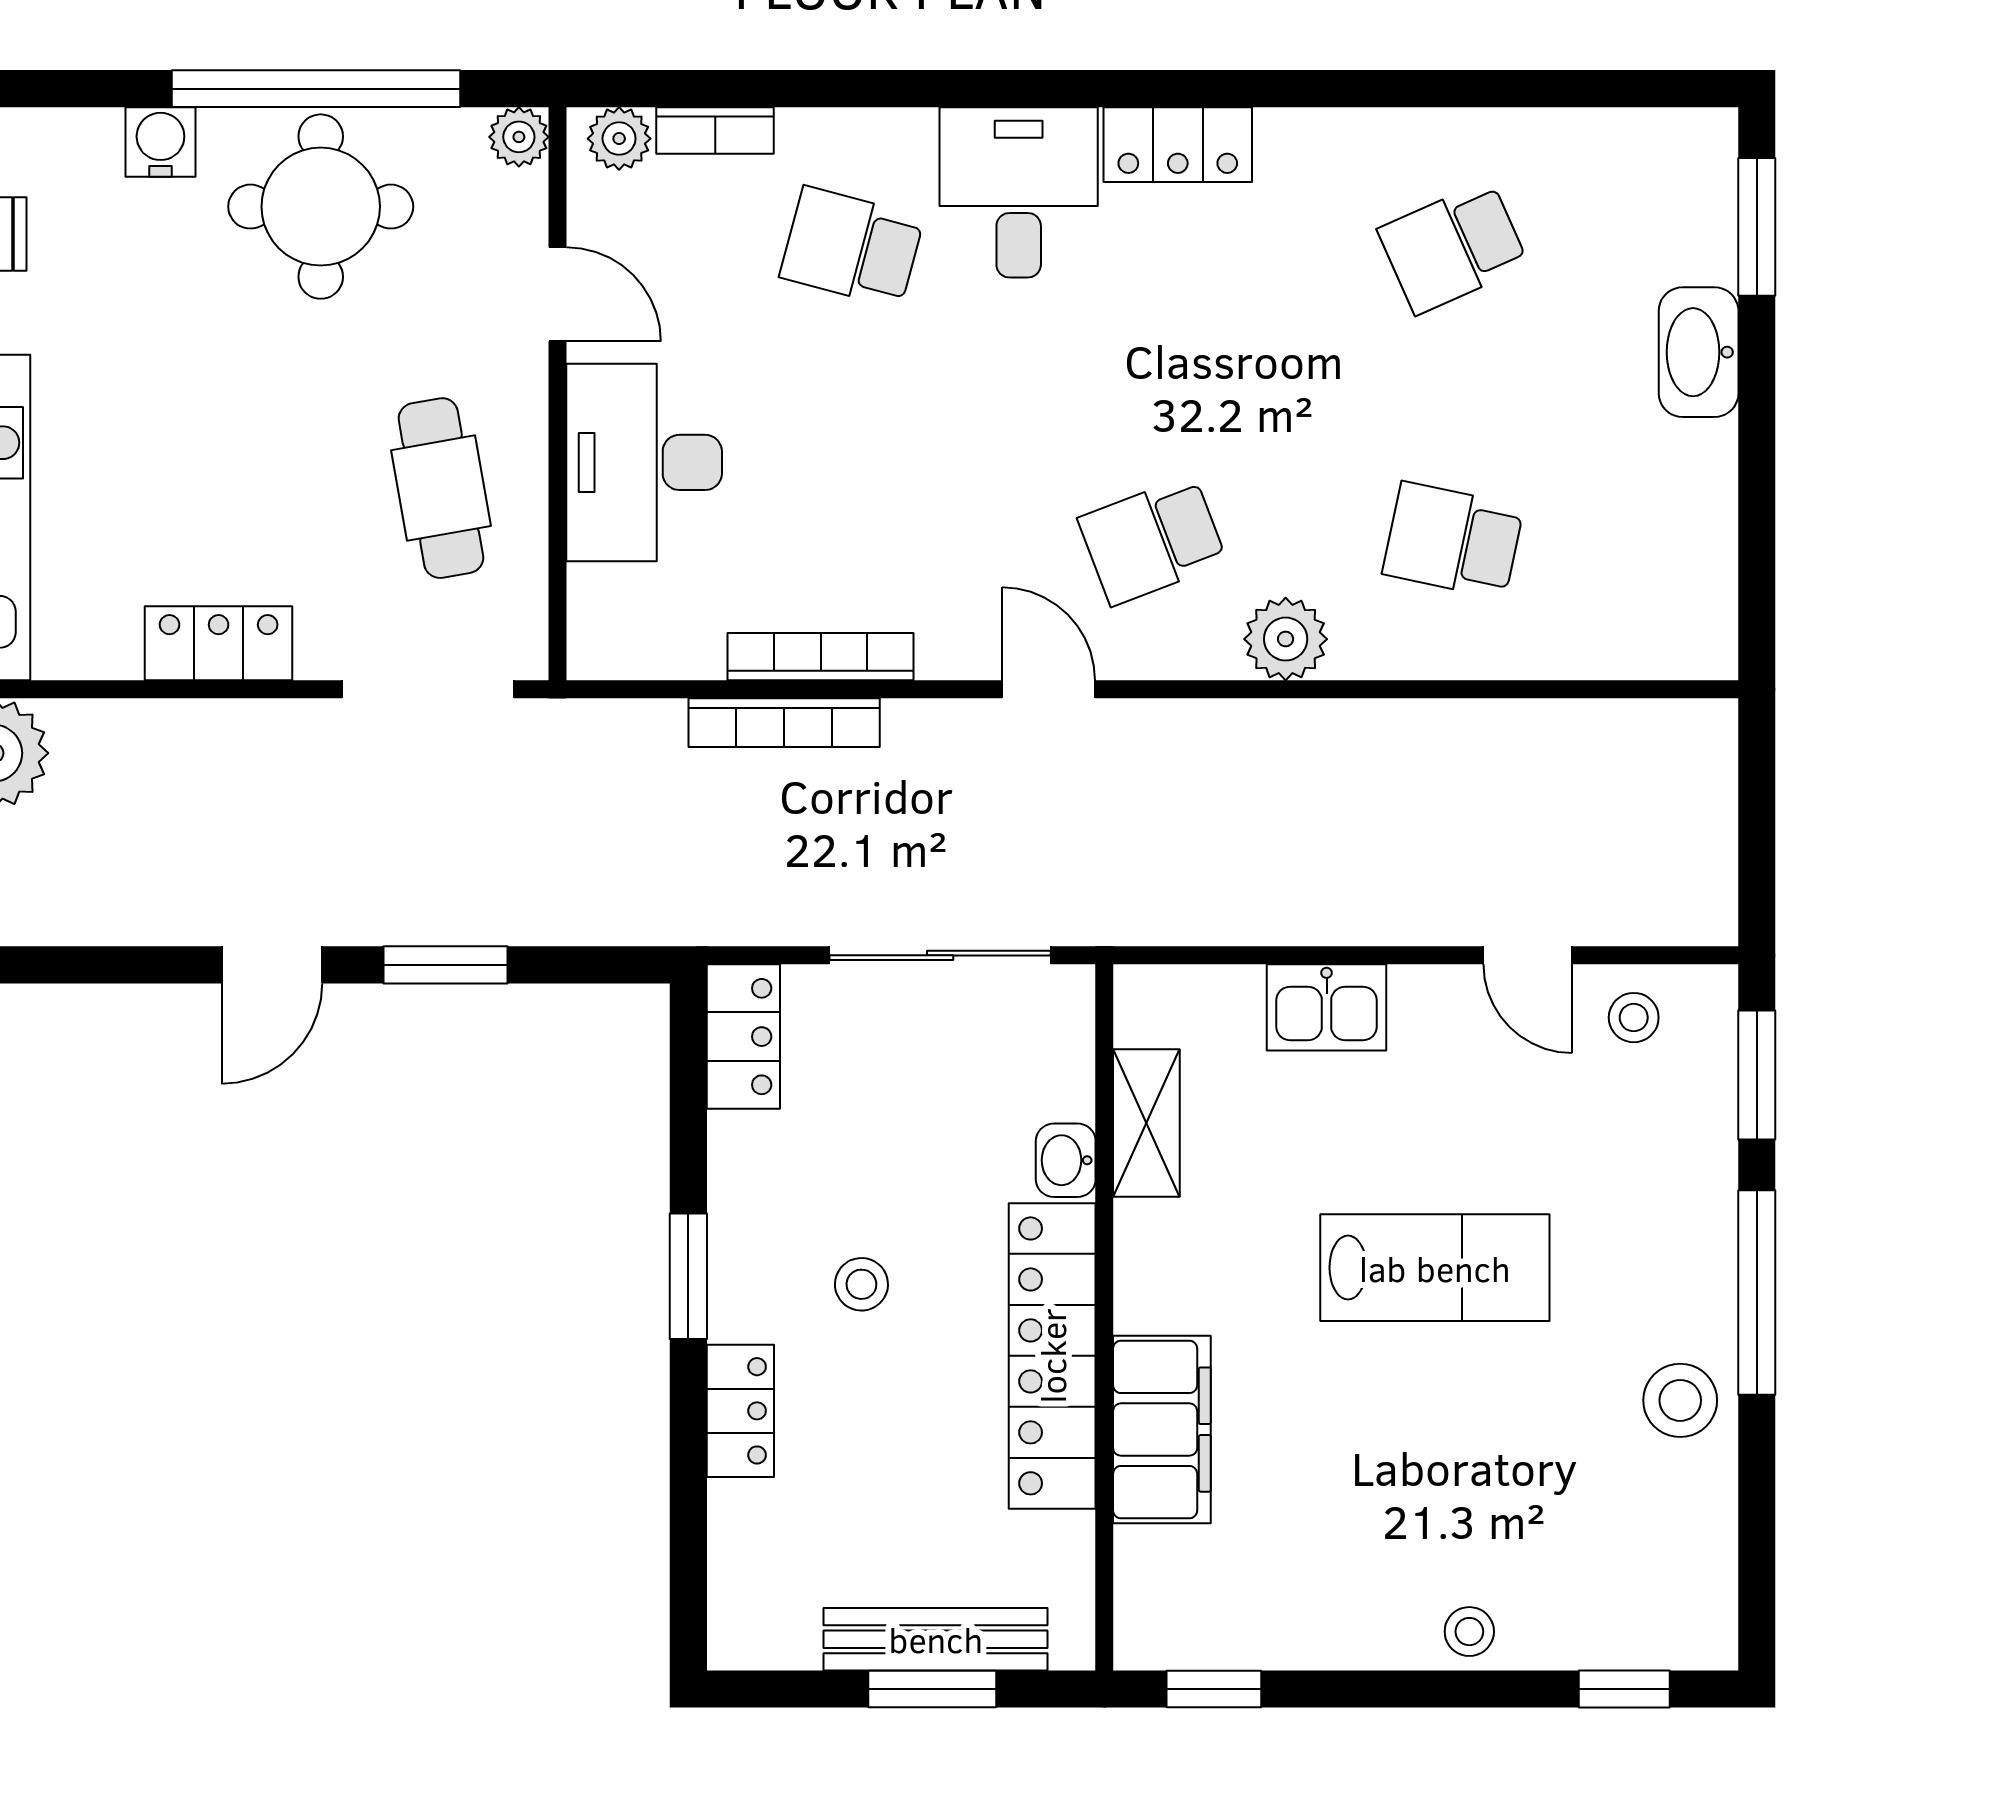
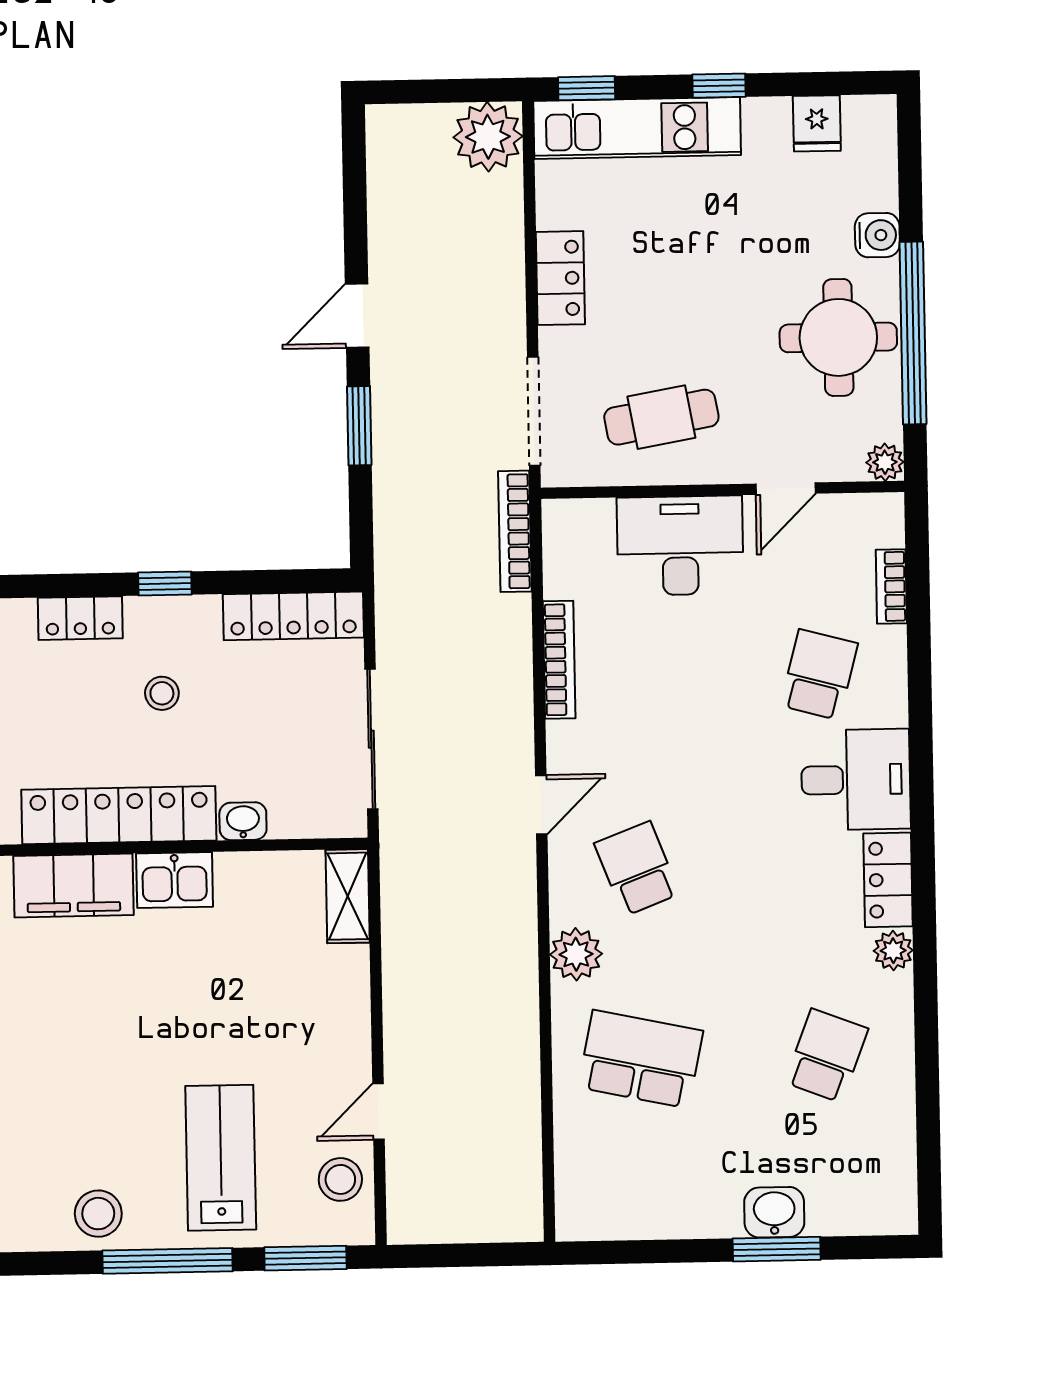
plant: (619, 139) -> (893, 951), moved
window: (1757, 227) -> (777, 1249), moved
school desk: (1453, 247) -> (826, 1056), turned 45
washbasin: (1699, 352) -> (774, 1212), width x0.72
school desk: (1453, 540) -> (641, 1059), width x1.85
bookcase: (784, 723) -> (515, 531), moved
door: (272, 965) -> (357, 316), hinge flipped
kitchen sink: (1327, 1007) -> (175, 880), moved, turned -90
stool: (1634, 1018) -> (340, 1179), width x1.37, depth x1.37
locker: (743, 1037) -> (293, 616), width x1.53
shelving: (1146, 1123) -> (348, 896), moved, turned 90
lab bench: (1435, 1268) -> (221, 1158), moved, turned 180
window: (688, 1276) -> (165, 583), width x0.67

